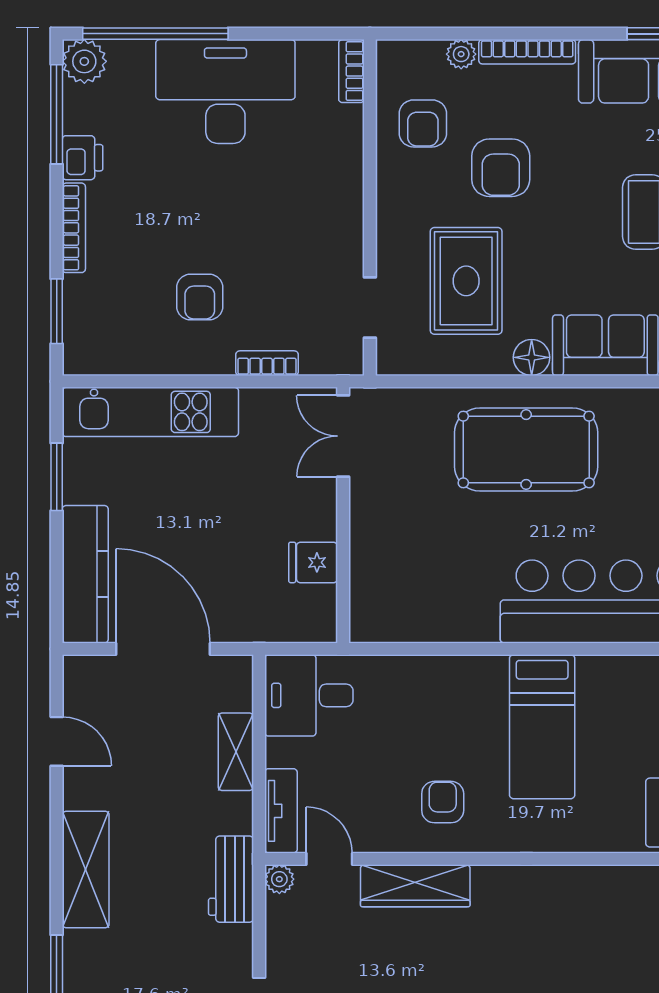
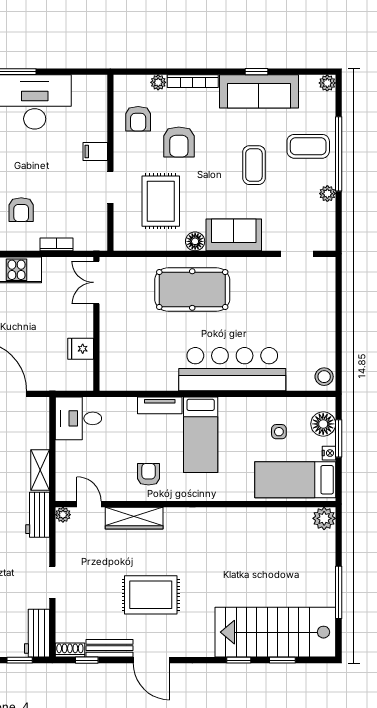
bookcase: (351, 71) -> (101, 91), removed
filing cabinet: (341, 186) -> (95, 152), added
doorway: (370, 307) -> (110, 187), moved
shelving: (236, 752) -> (40, 470), moved
tv unit: (281, 811) -> (160, 405), moved, turned 90

